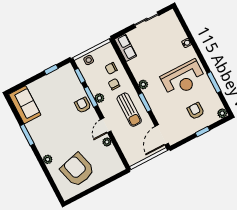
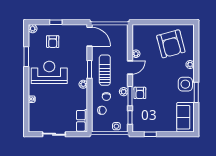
door: (162, 135) -> (90, 37), hinge flipped
side table: (42, 137) -> (185, 84), added

